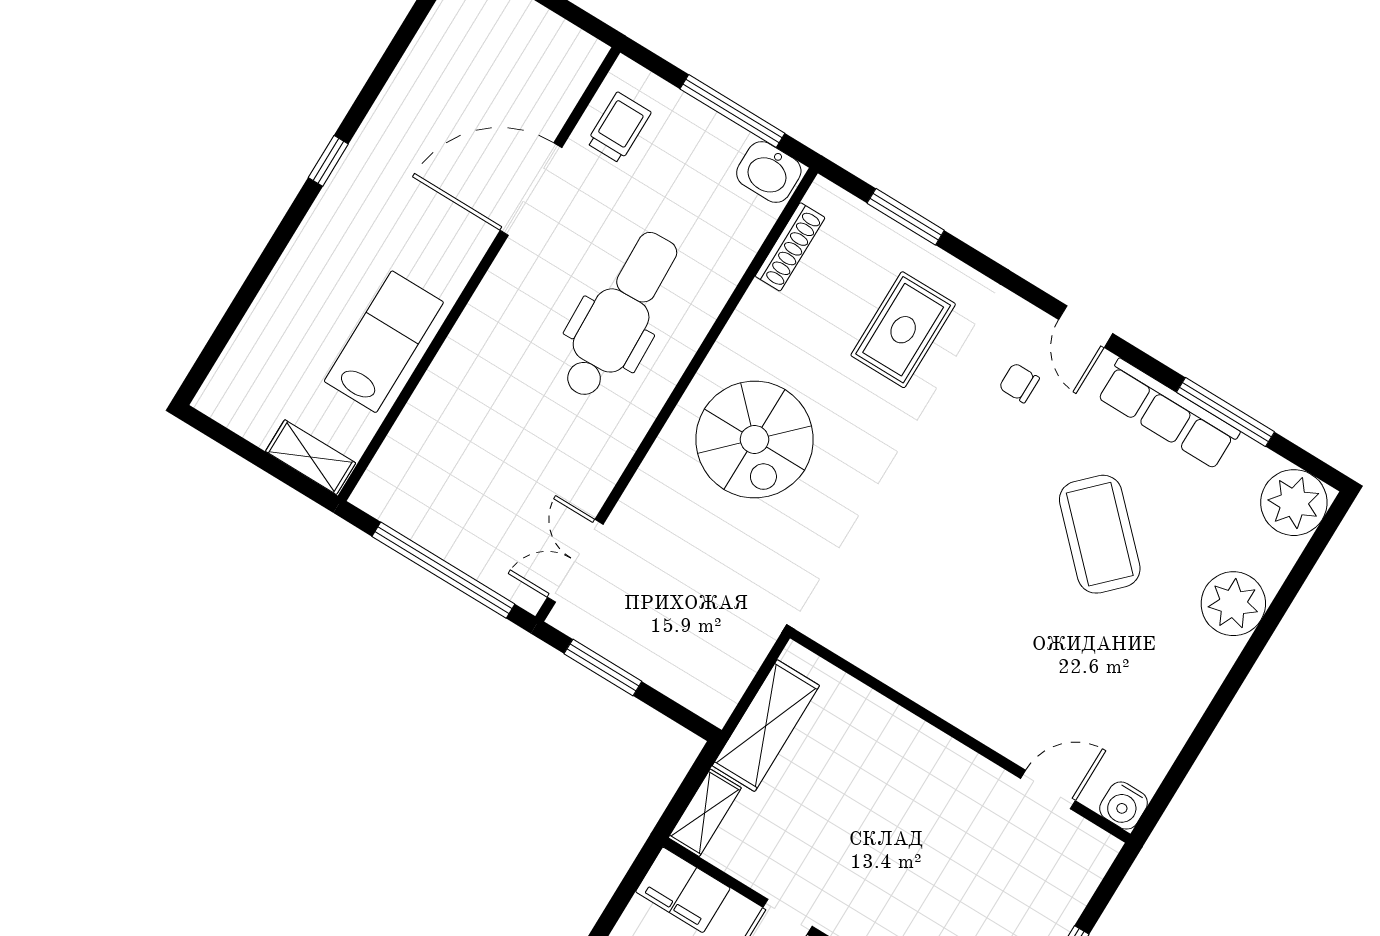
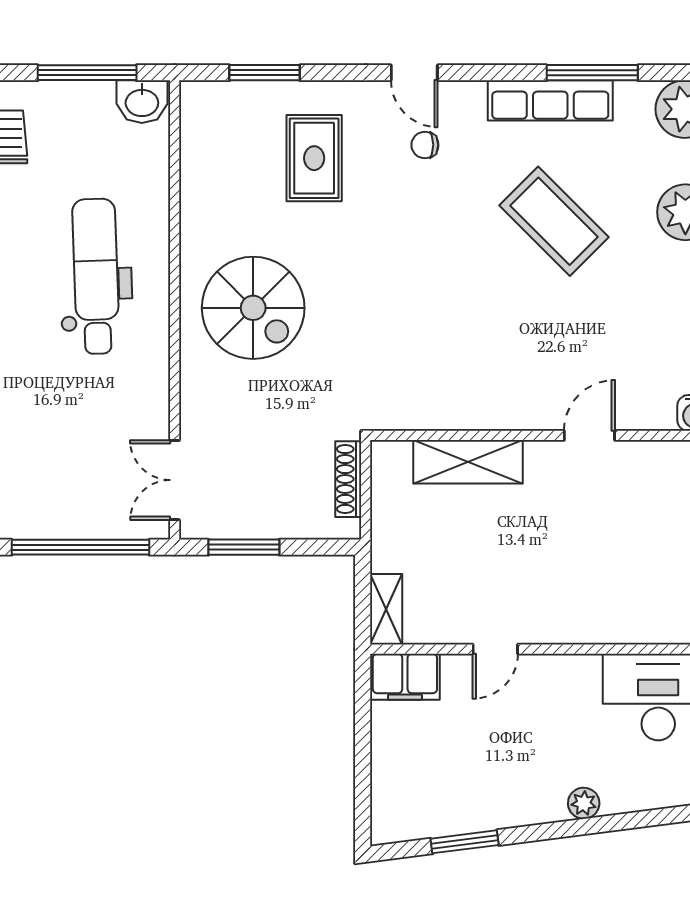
shoe rack: (790, 247) -> (348, 479), moved, turned 180
door: (1086, 327) -> (414, 73), moved
shelving: (766, 726) -> (468, 462), moved, turned 90
door: (1048, 790) -> (589, 435), moved

